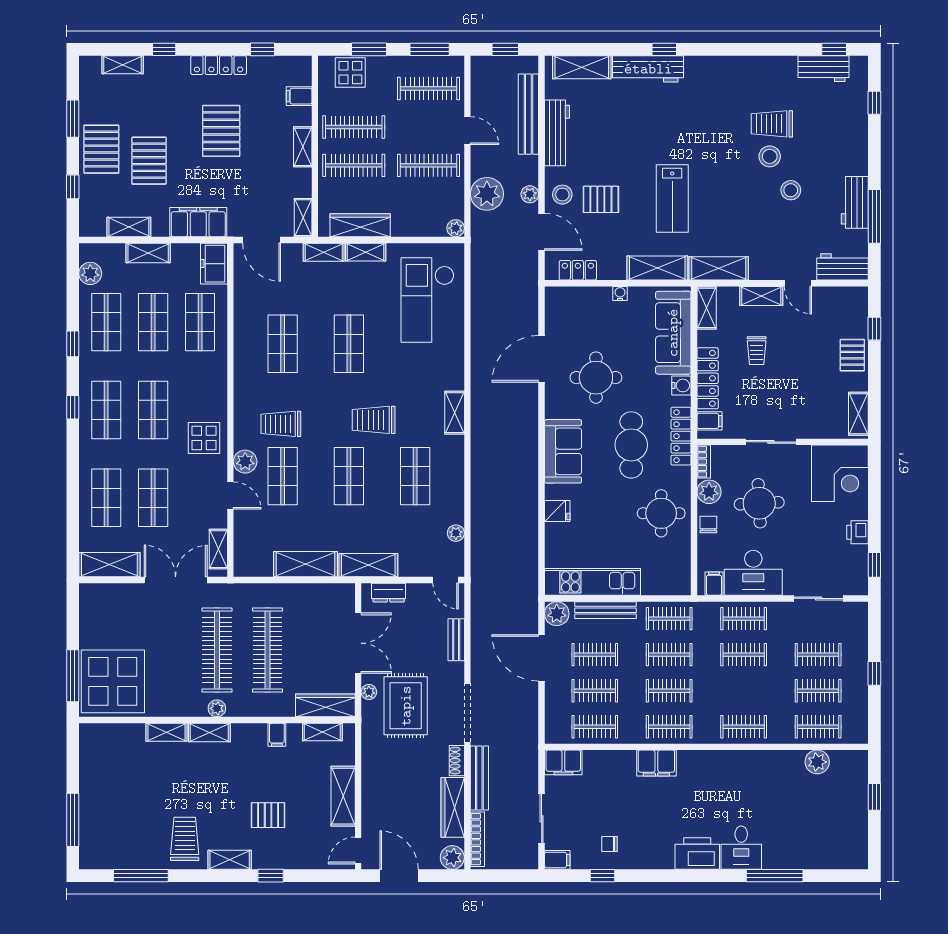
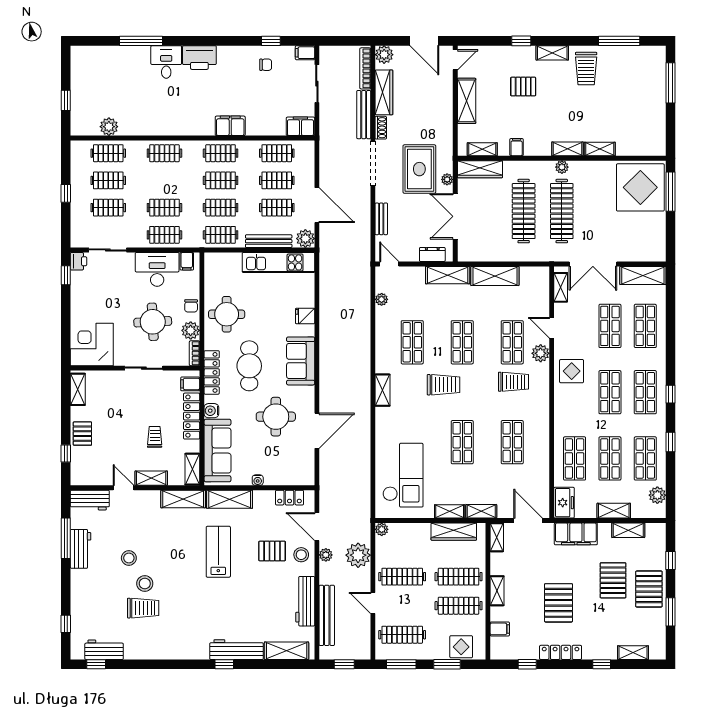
printer: (857, 532) -> (79, 261), moved

